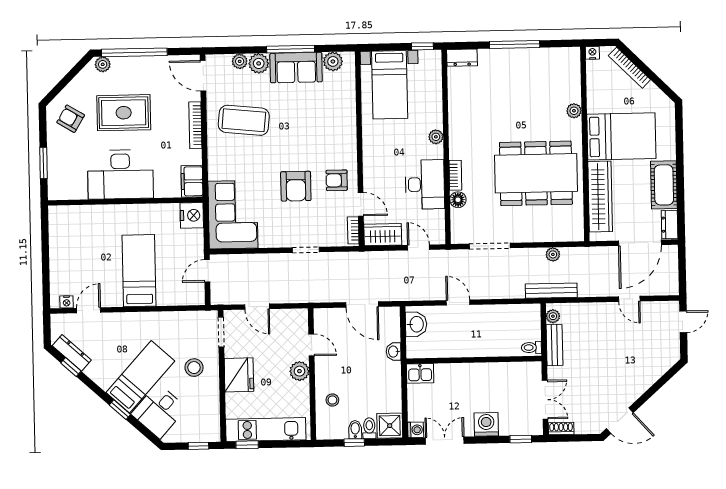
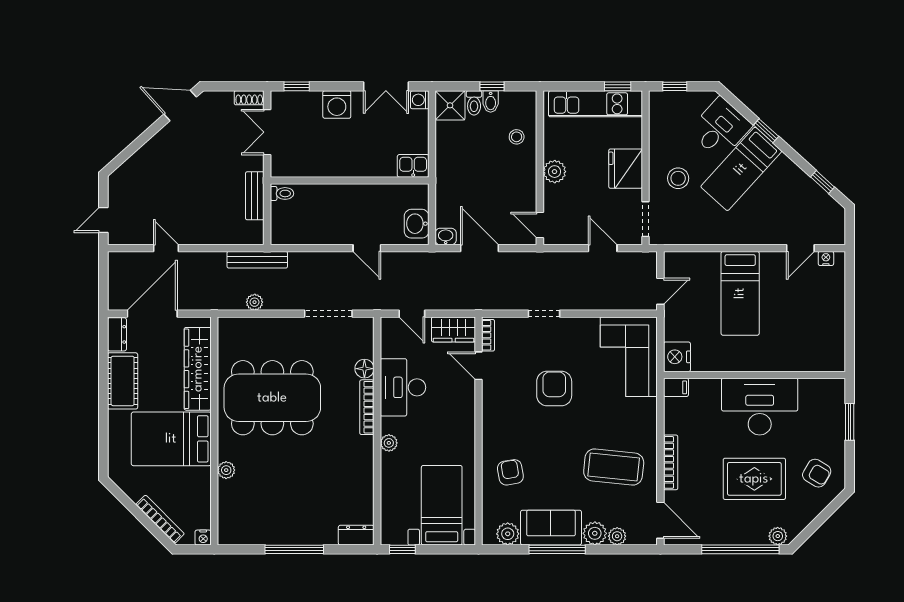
bookcase: (455, 175) -> (367, 407), width x1.56
armchair: (337, 180) -> (510, 472), moved, turned -100
filing cabinet: (192, 181) -> (676, 387), width x0.50
plant: (553, 316) -> (256, 230), removed
door: (311, 345) -> (540, 225), moved
washbasin: (394, 352) -> (446, 236), moved, turned -90
dresser: (72, 353) -> (821, 198), removed

